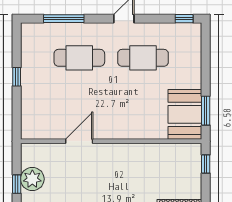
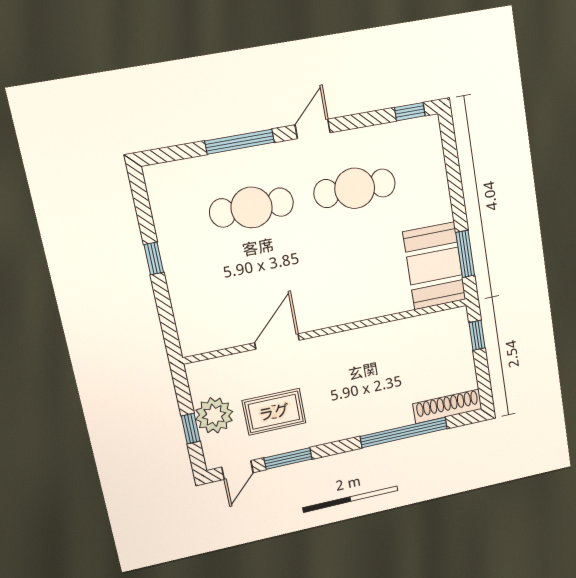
window: (64, 19) -> (240, 142), moved
rug: (69, 185) -> (274, 412), added

